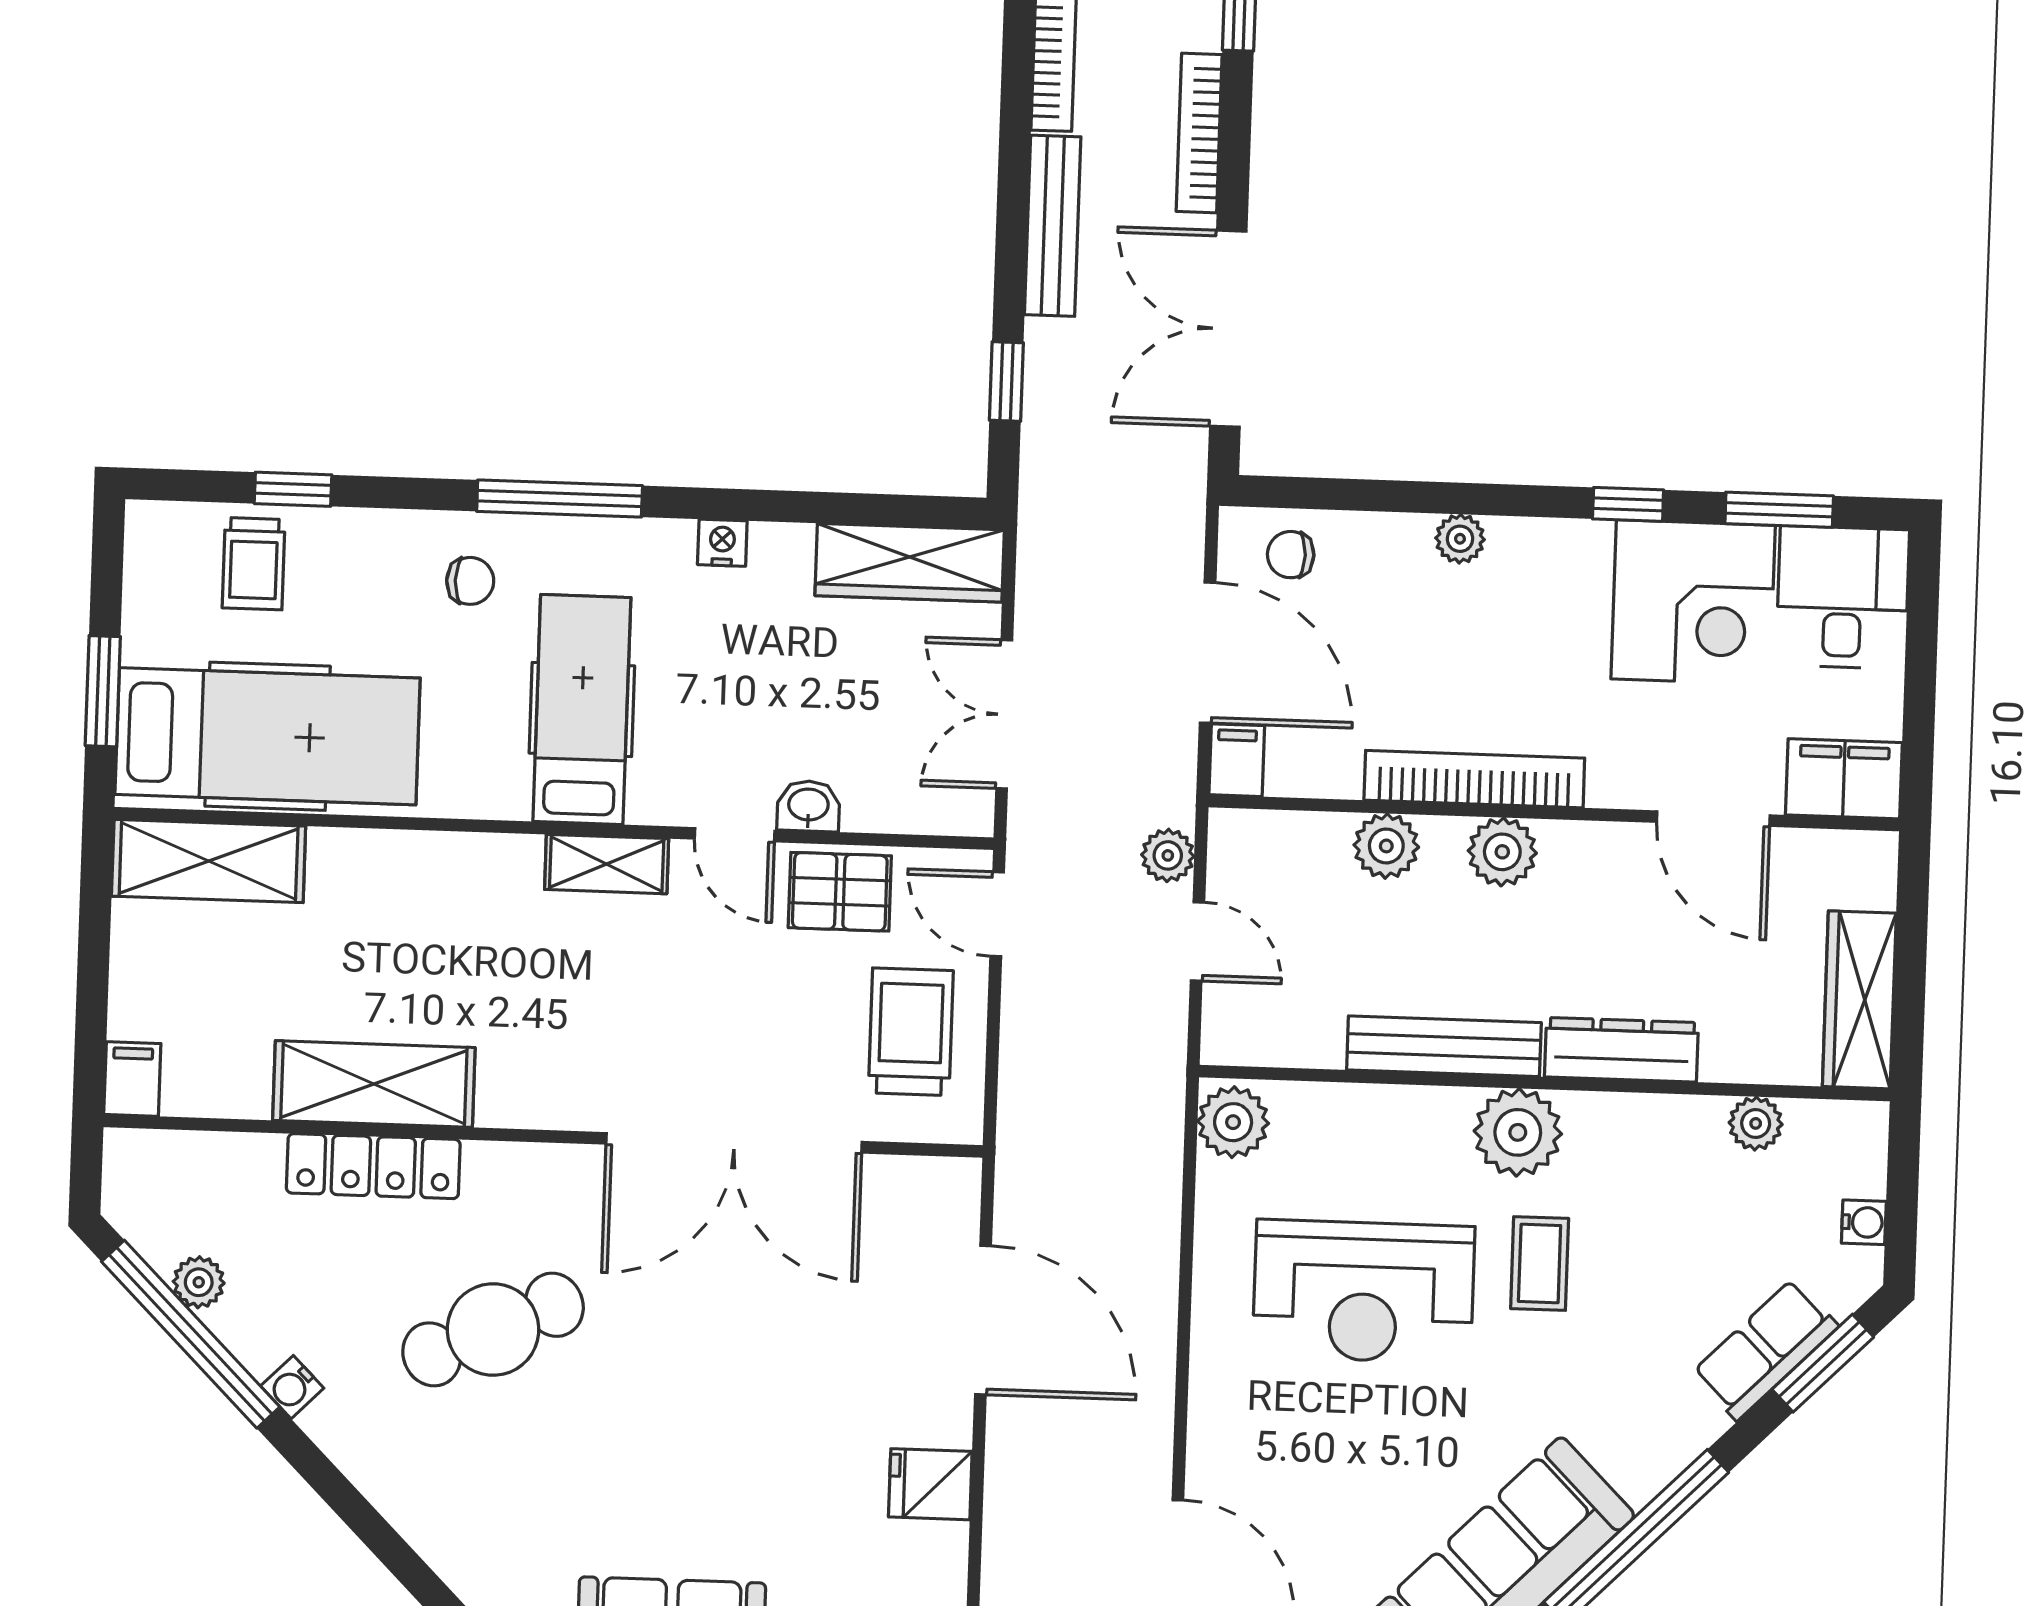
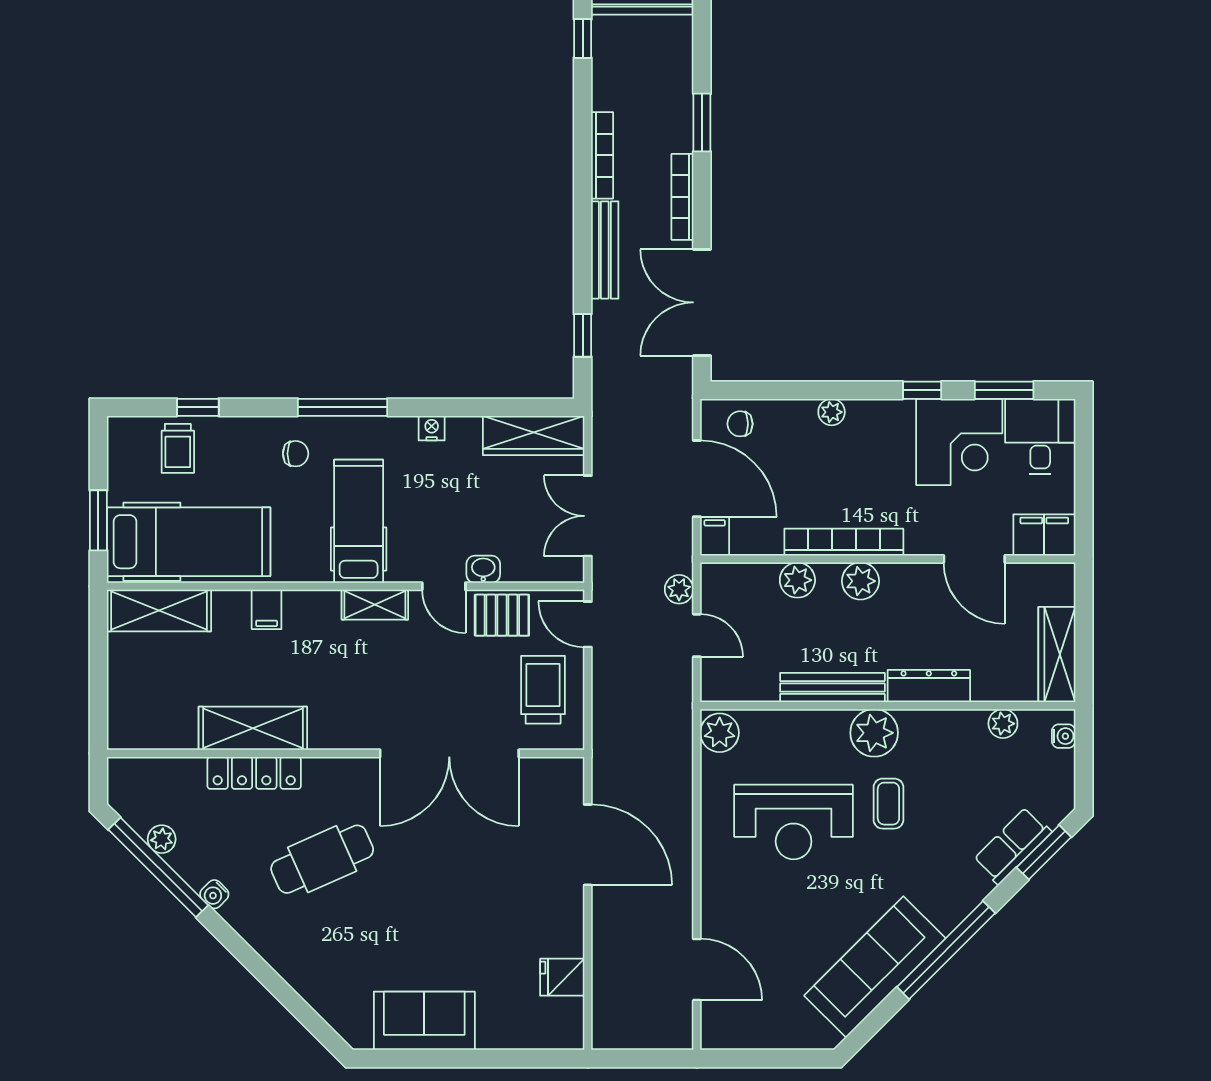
filing cabinet: (132, 1079) -> (267, 609), moved, turned 180
water cooler: (1864, 1222) -> (1064, 736), moved
fridge: (930, 1484) -> (562, 977), moved

